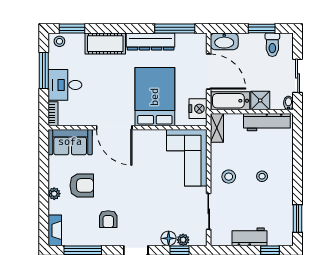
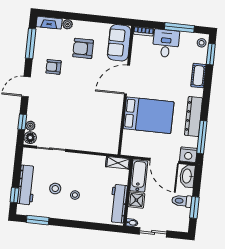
cot: (105, 44) -> (198, 76), width x0.73, depth x0.75
toilet: (272, 45) -> (182, 201), moved
door: (209, 72) -> (164, 161), hinge flipped
nightstand: (198, 109) -> (188, 155), moved
corner sofa: (187, 158) -> (96, 136), removed
stool: (229, 177) -> (55, 189), moved
armchair: (82, 185) -> (83, 48), turned 90
plant: (54, 194) -> (68, 24), moved
workbench: (250, 237) -> (26, 185), width x1.37
floor lamp: (169, 238) -> (30, 138), moved

